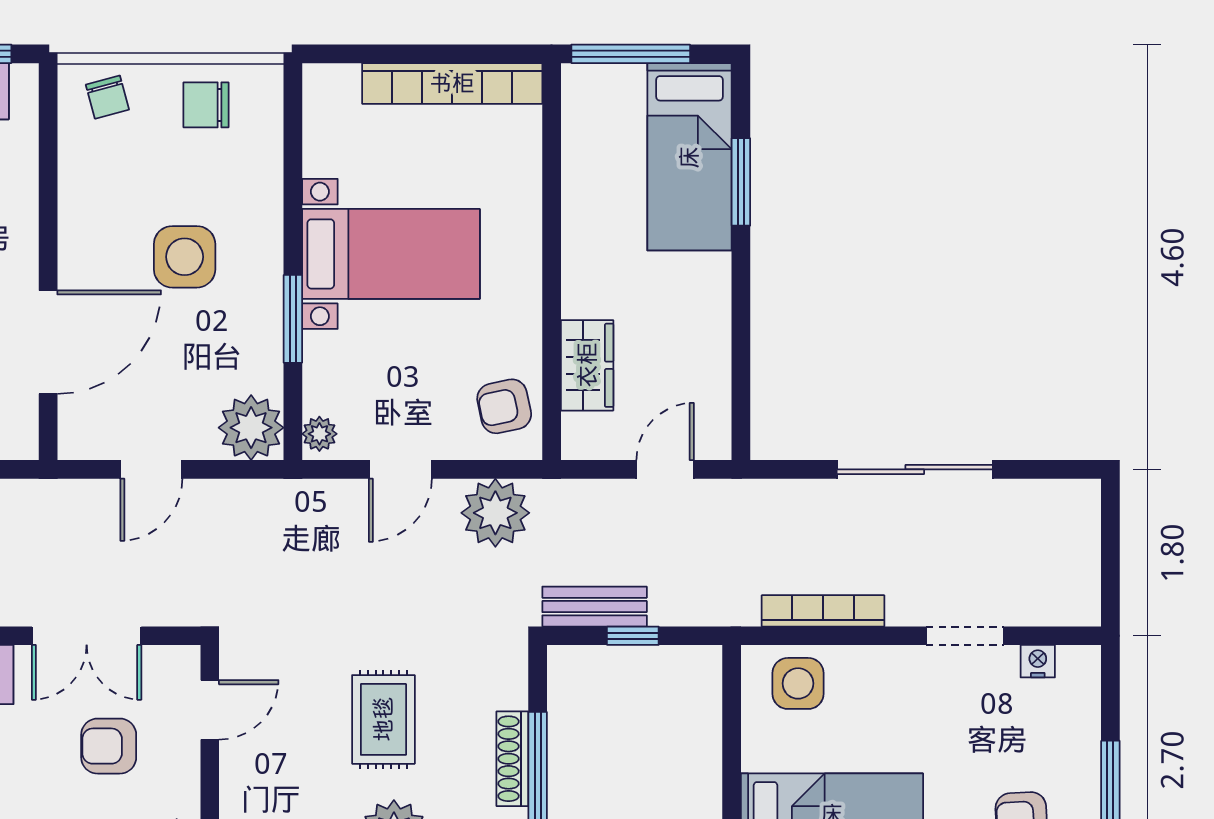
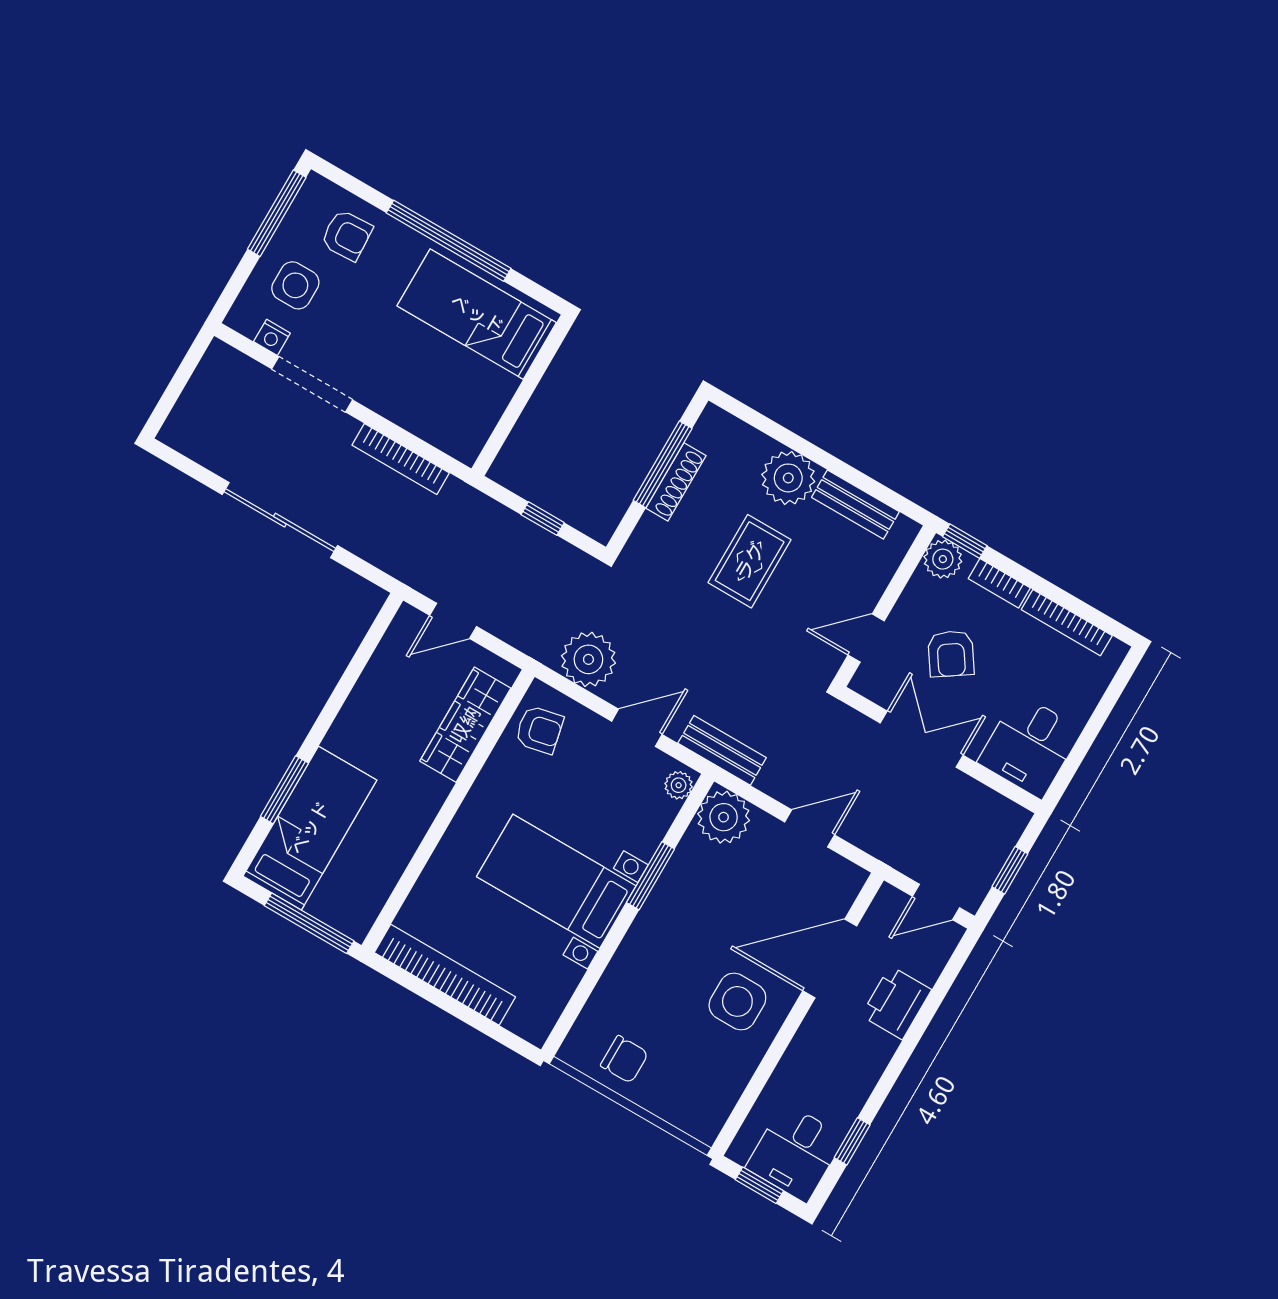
chair: (107, 97) -> (690, 1104), removed
side table: (185, 257) -> (737, 1001), moved
wardrobe: (587, 365) -> (465, 725), width x1.50
bench: (595, 607) -> (722, 750), moved
doorway: (965, 636) -> (312, 384), width x1.38
side table: (798, 683) -> (295, 285), moved
armchair: (109, 746) -> (951, 654), turned 56

